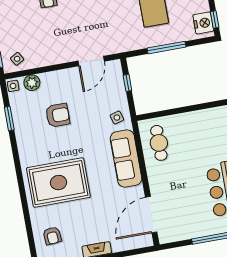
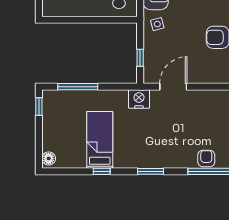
nightstand: (203, 23) -> (139, 99), moved, turned 90
window: (166, 48) -> (78, 87), moved

